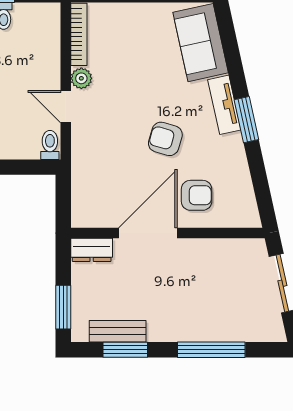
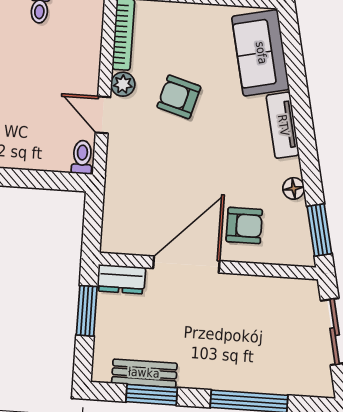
window: (246, 120) -> (319, 230), moved
armchair: (165, 139) -> (179, 97), moved
floor lamp: (238, 160) -> (294, 188), added
window: (63, 307) -> (87, 311), moved

